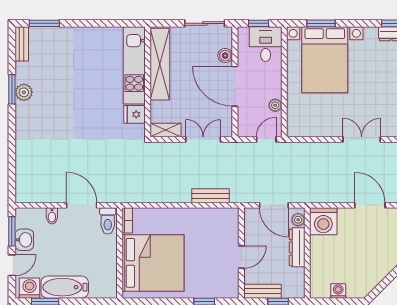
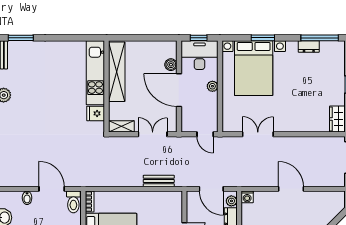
sliding door: (205, 23) -> (154, 38), removed
window: (321, 23) -> (263, 38), moved
desk: (266, 44) -> (199, 55), width x1.37
plant: (275, 105) -> (212, 86), moved
door: (266, 139) -> (205, 134), swing flipped
double door: (362, 139) -> (258, 134), moved
washing machine: (323, 221) -> (247, 197), width x0.53, depth x0.53

